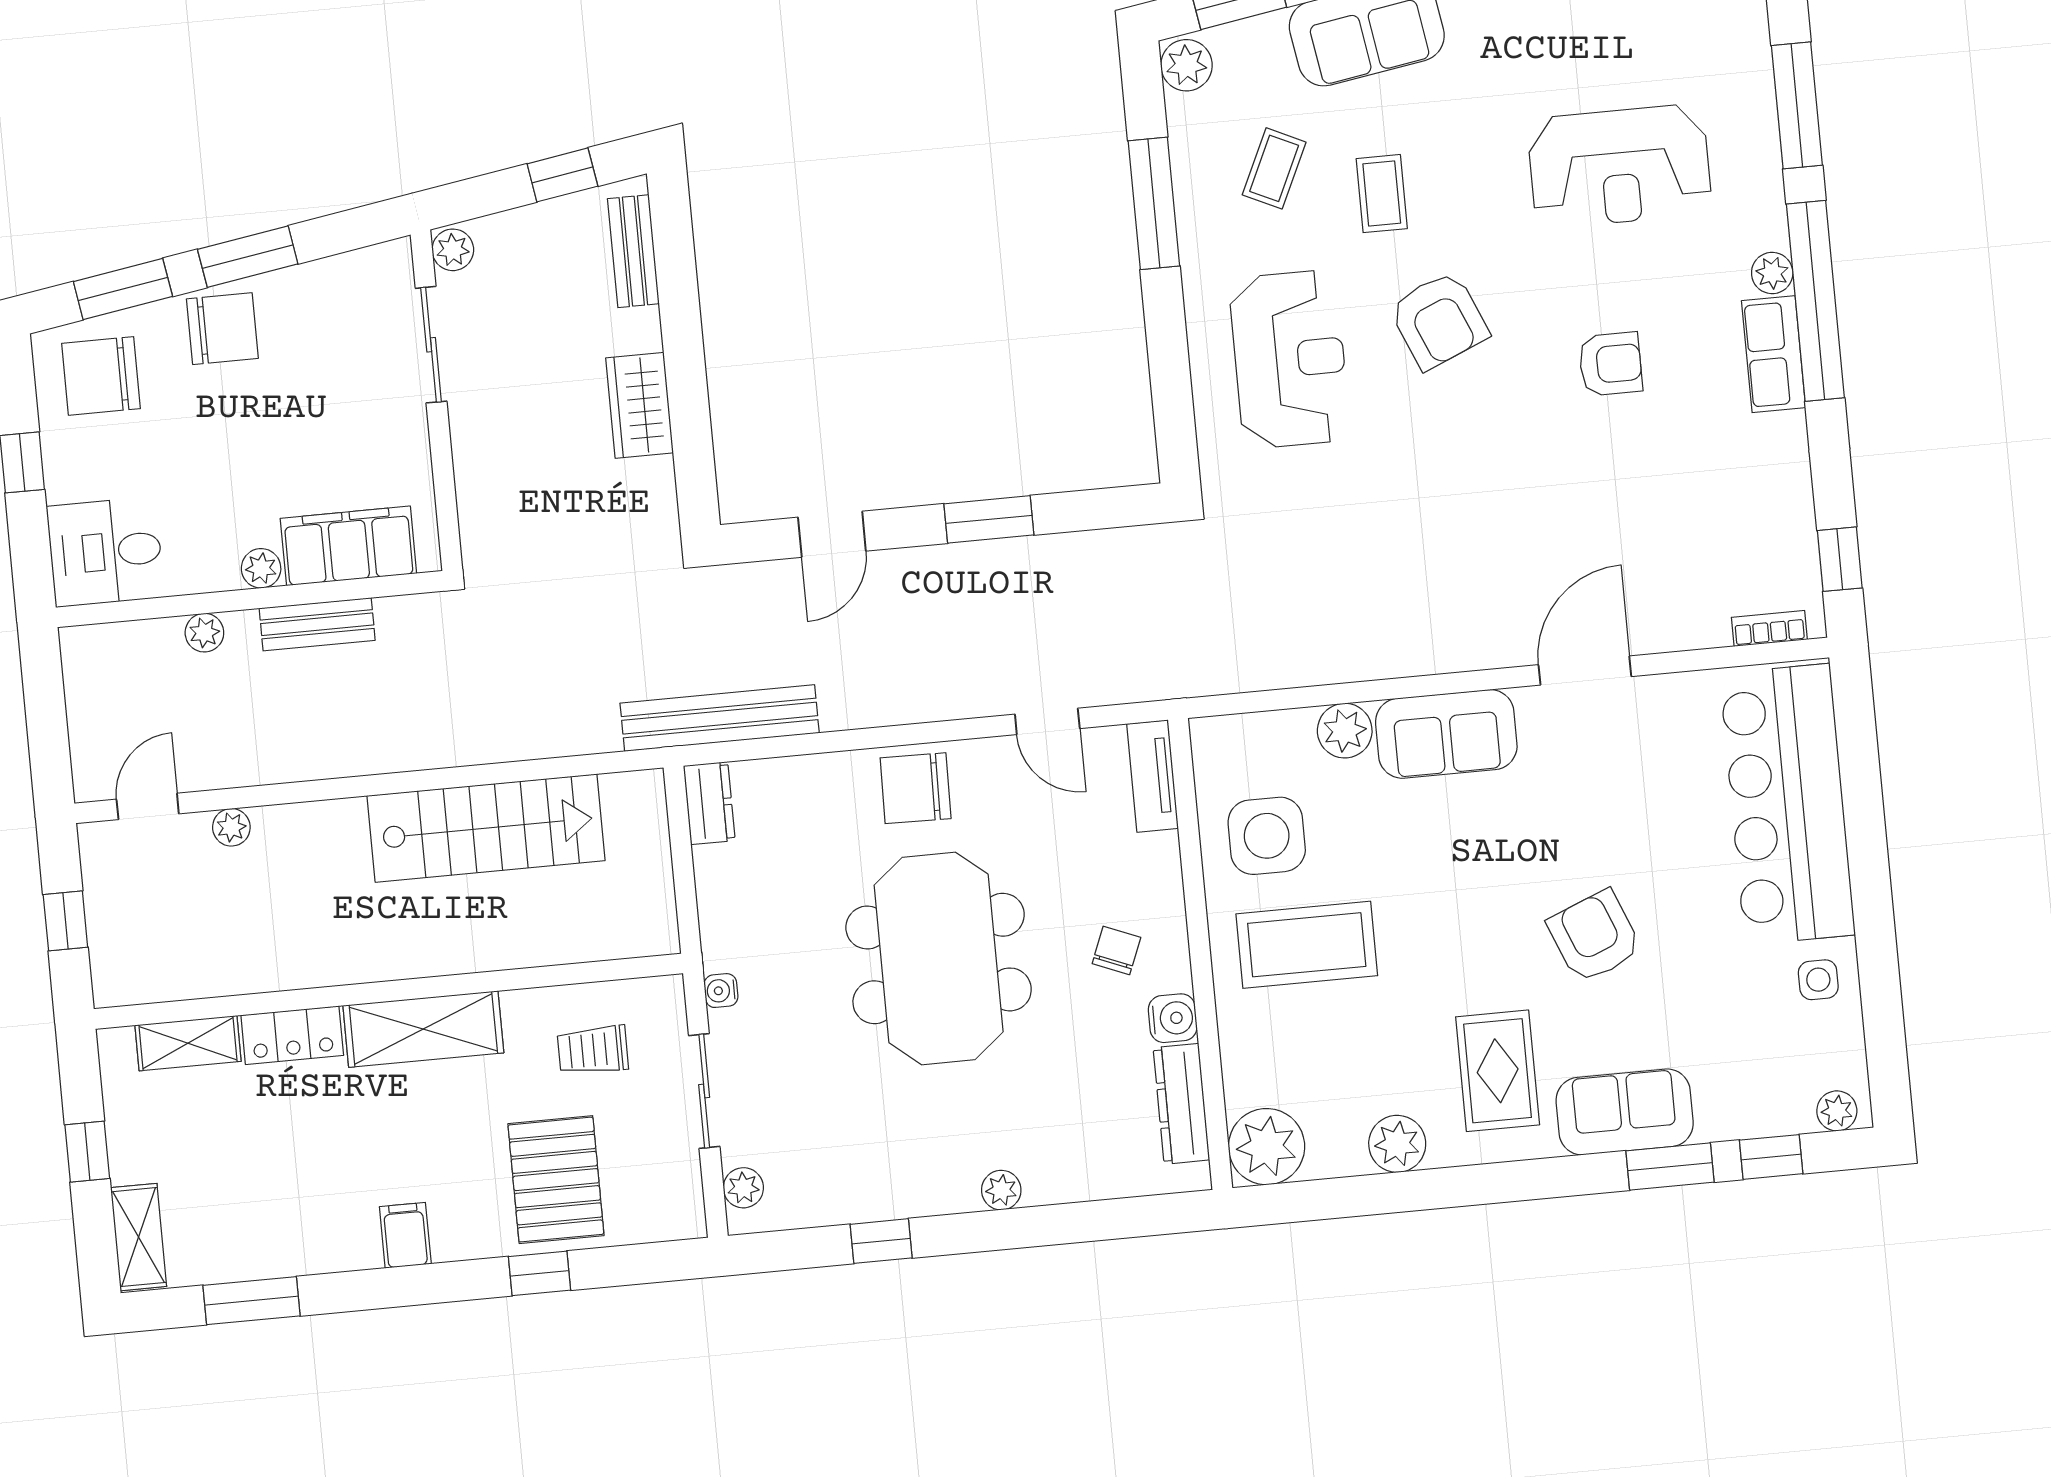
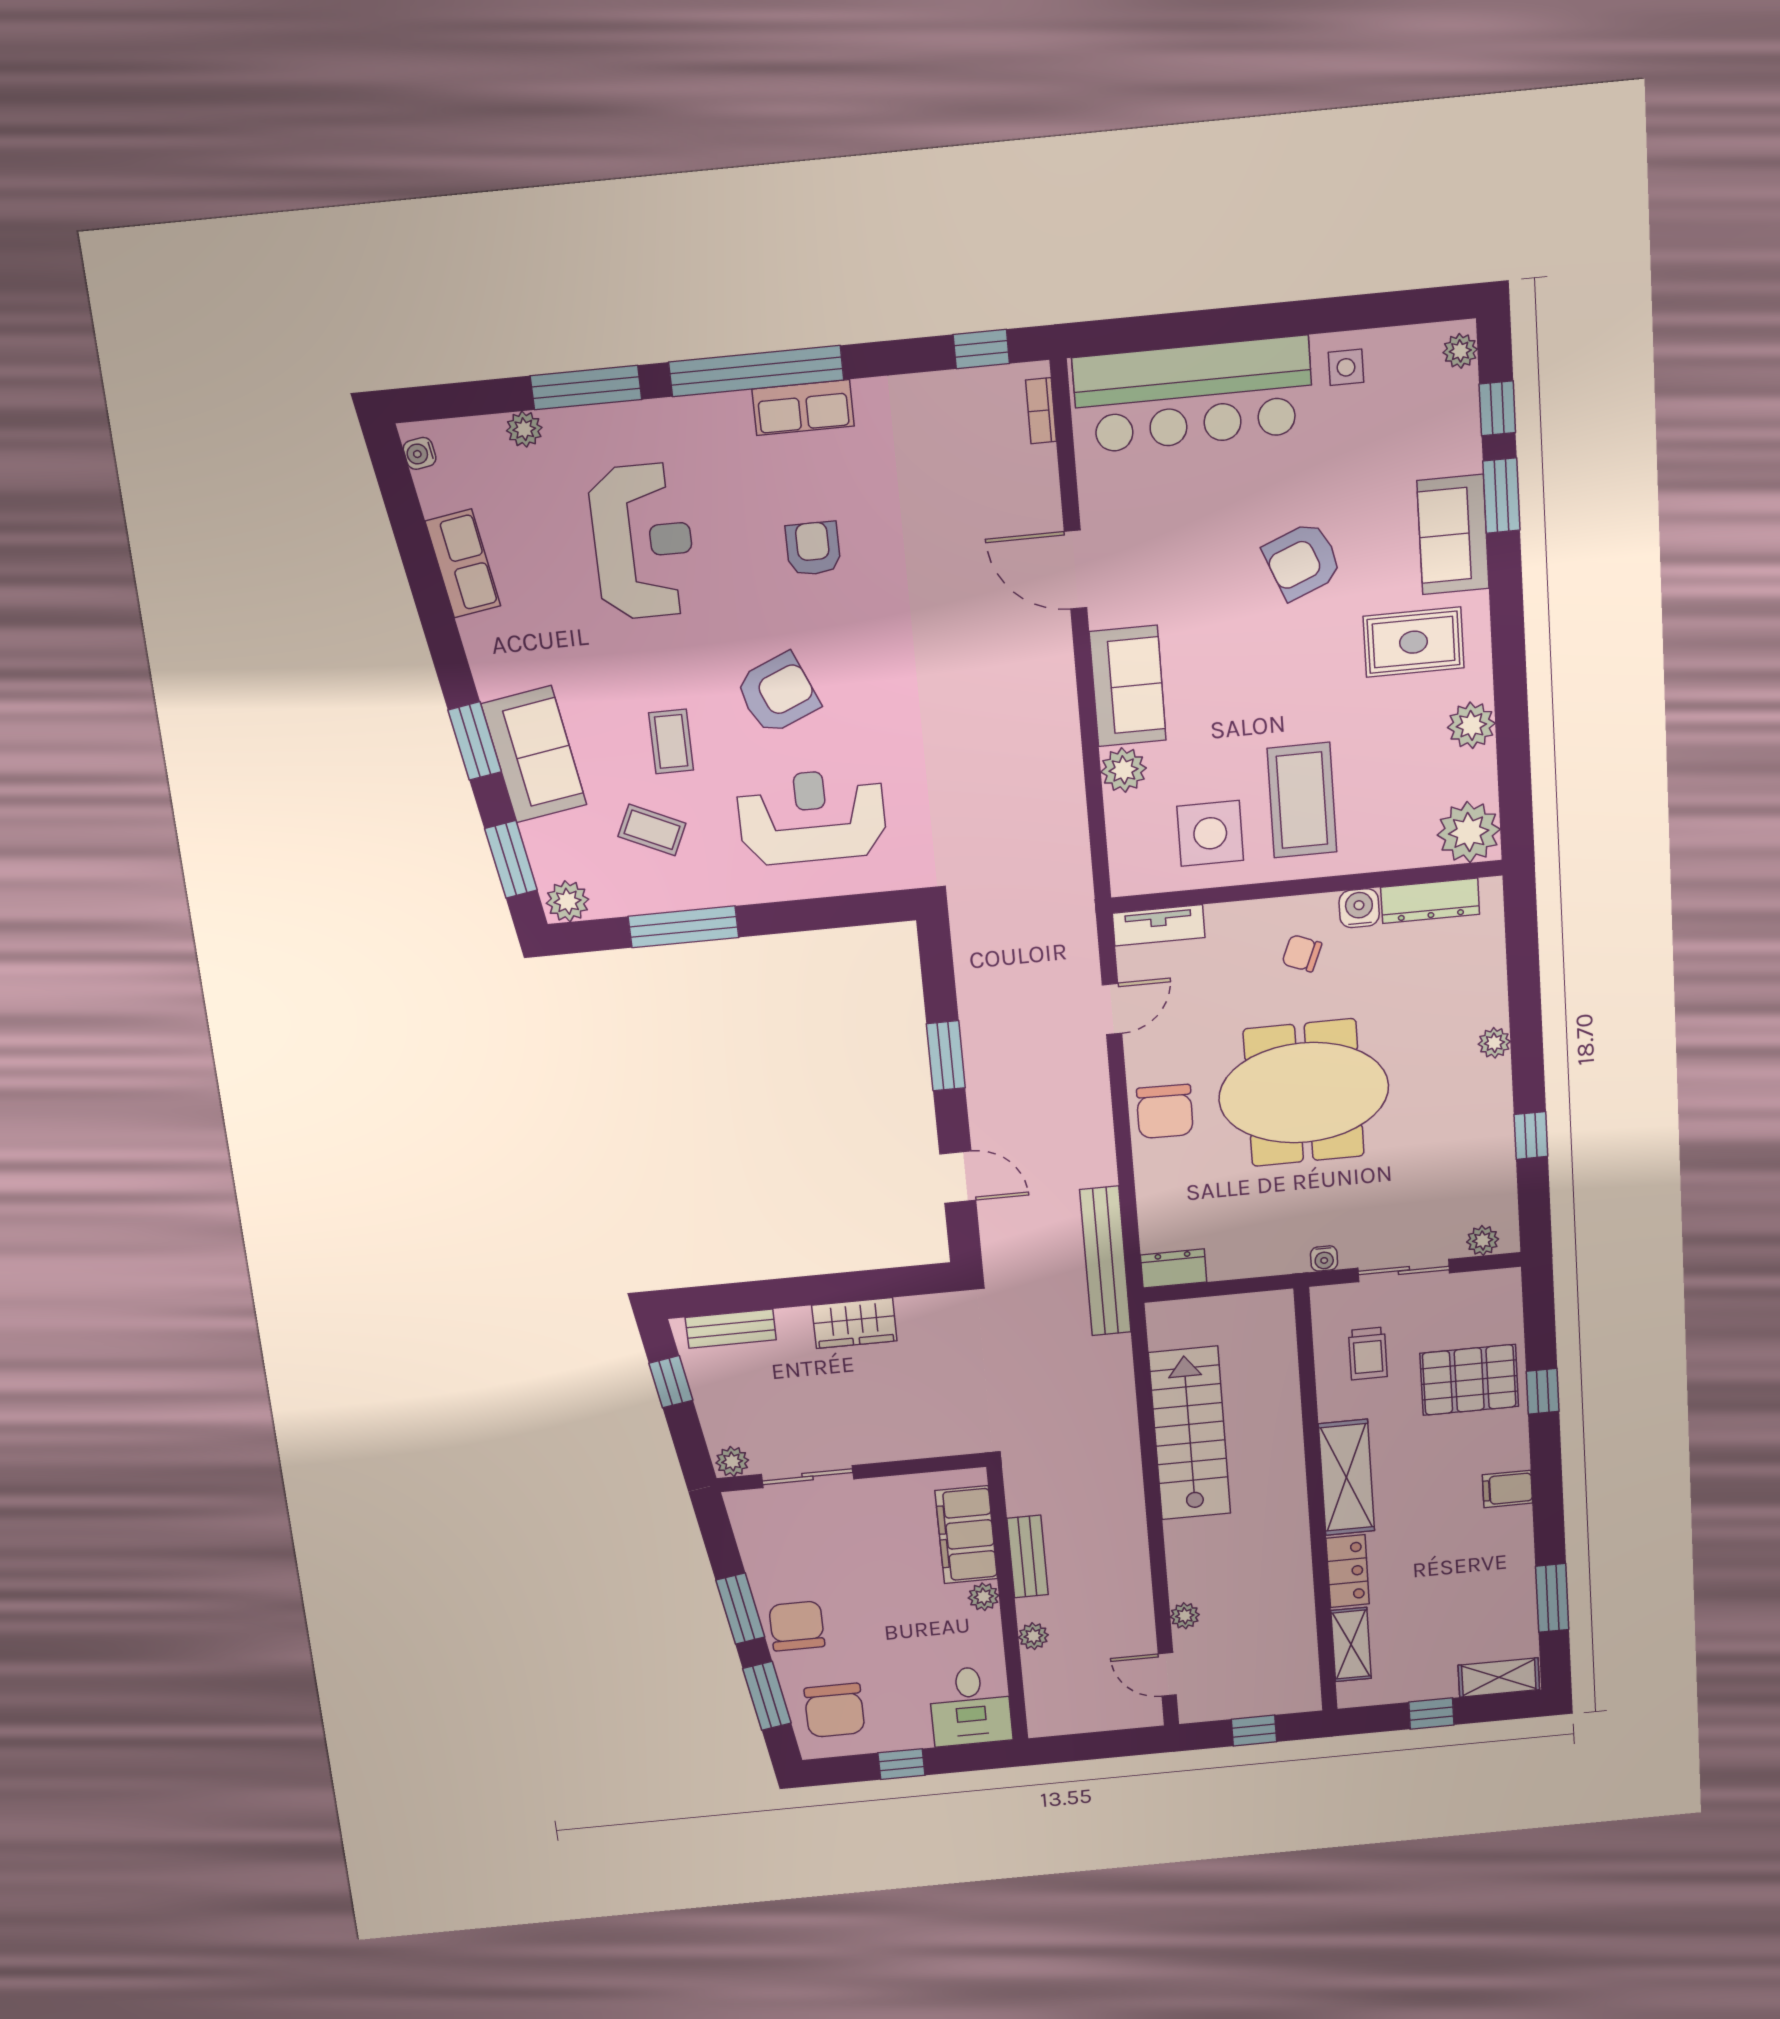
coffee table: (1382, 194) -> (671, 741), turned 90
plant: (1772, 273) -> (524, 429), moved

